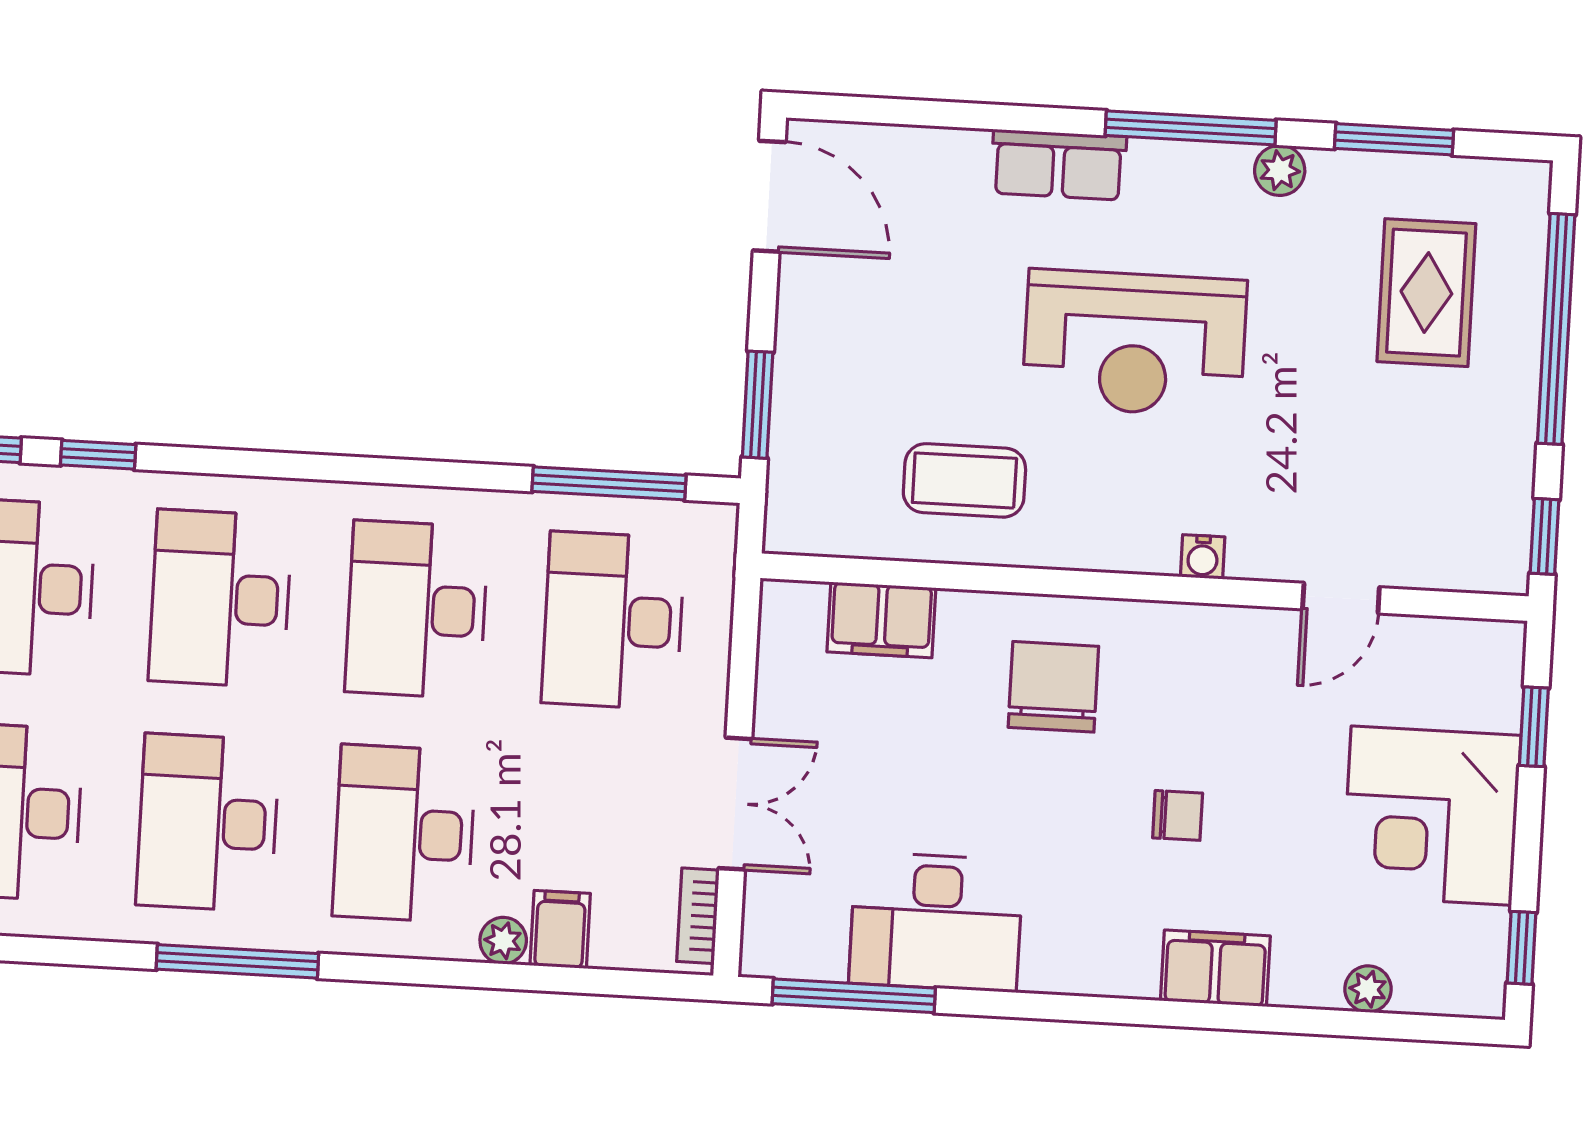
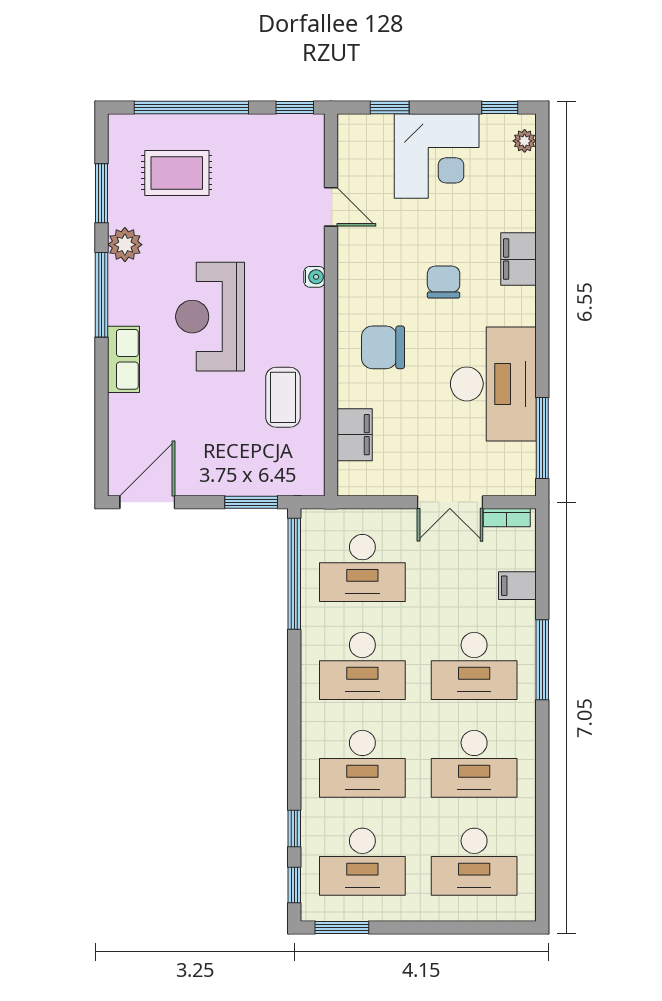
plant: (1280, 170) -> (125, 245), width x1.38, depth x1.38
reception desk: (1135, 343) -> (210, 317), turned 180
window: (609, 483) -> (294, 574), width x1.46
double door: (735, 804) -> (450, 502), swing flipped
chair: (1178, 815) -> (444, 282), width x1.37, depth x1.37
desk: (936, 922) -> (493, 384), width x1.36, depth x1.30
plant: (503, 941) -> (524, 614), removed
window: (237, 961) -> (542, 660), moved
plant: (1368, 989) -> (525, 141), moved

